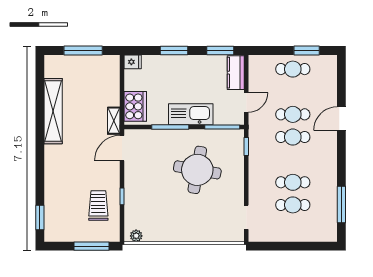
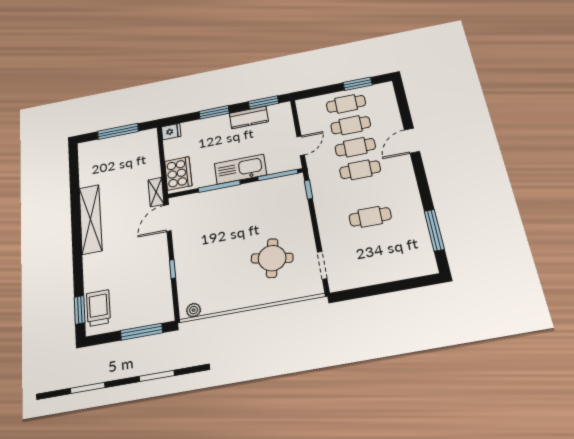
kitchen counter: (236, 73) -> (249, 117), moved, turned -90
shelving: (53, 111) -> (91, 219), moved
round table: (197, 170) -> (272, 258), moved, width x0.73, depth x0.73
cafe table: (293, 205) -> (351, 125), moved
trolley: (98, 206) -> (98, 308), moved

